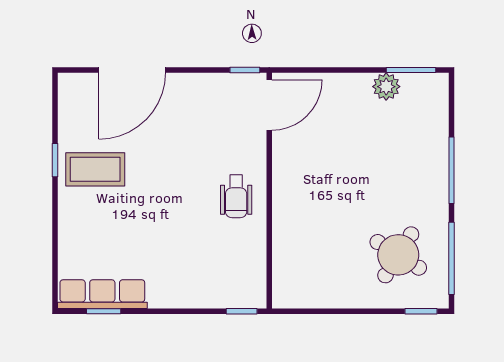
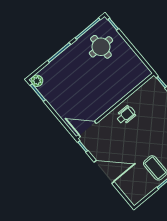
door: (132, 70) -> (104, 172), moved
plant: (386, 87) -> (37, 81), moved
round table: (398, 255) -> (101, 47), turned -32

